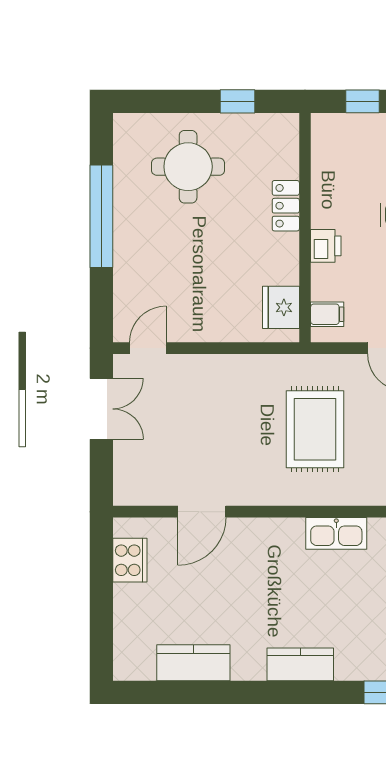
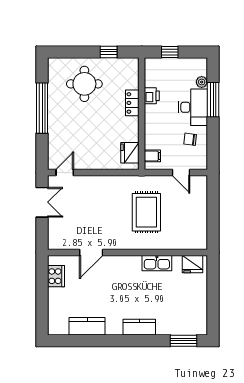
printer: (326, 246) -> (152, 96), moved

